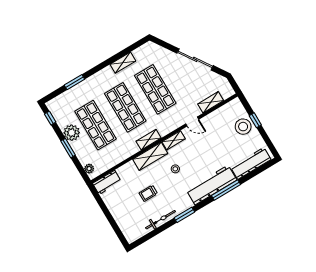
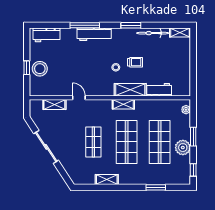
shop shelf: (155, 89) -> (93, 142), width x0.70, depth x0.74
shelving: (174, 140) -> (180, 33), moved
workbench: (251, 163) -> (47, 35), width x0.73
workbench: (107, 182) -> (159, 90), moved
workbench: (212, 185) -> (94, 34), width x0.73, depth x0.76
trolley: (148, 193) -> (135, 62), moved

